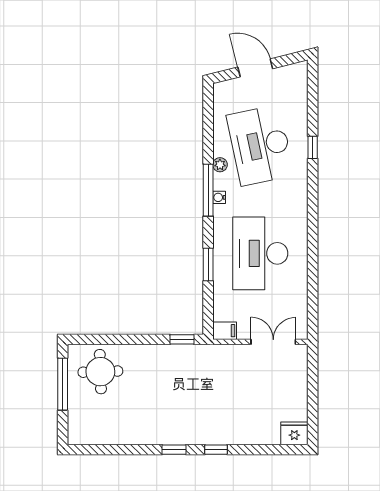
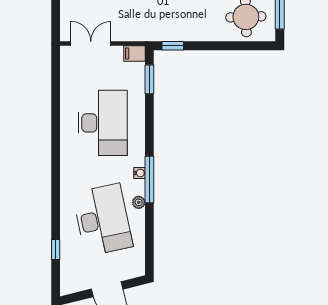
window: (313, 147) -> (56, 249), moved
window: (208, 264) -> (149, 79), moved
double door: (273, 342) -> (91, 44), swing flipped

